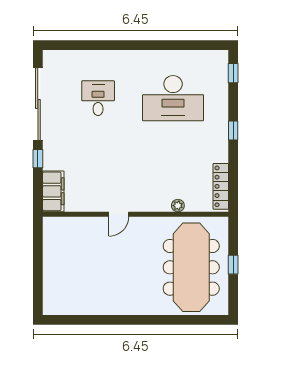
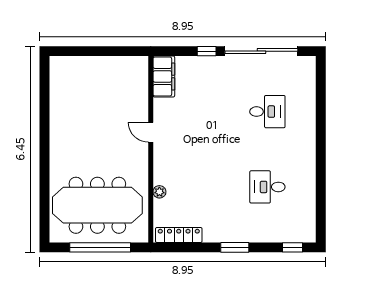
desk: (173, 98) -> (267, 187), width x0.53, depth x0.77
window: (233, 131) -> (235, 247), width x1.50
filing cabinet: (53, 191) -> (164, 76), moved, turned -90
window: (233, 265) -> (100, 247), width x3.17

